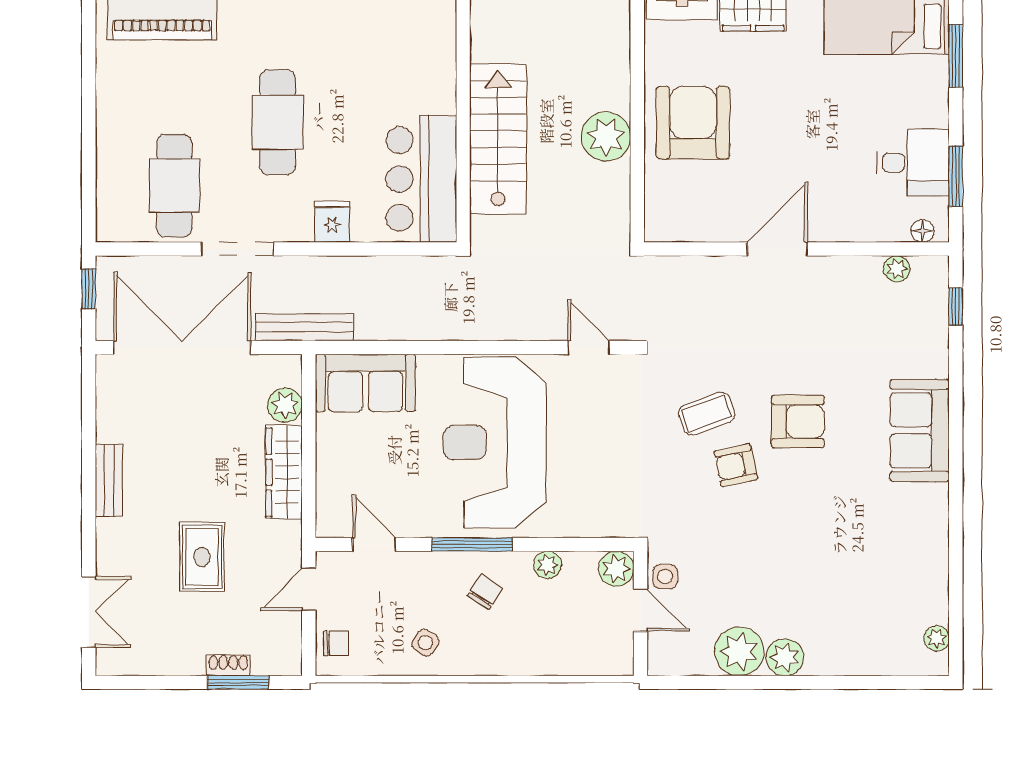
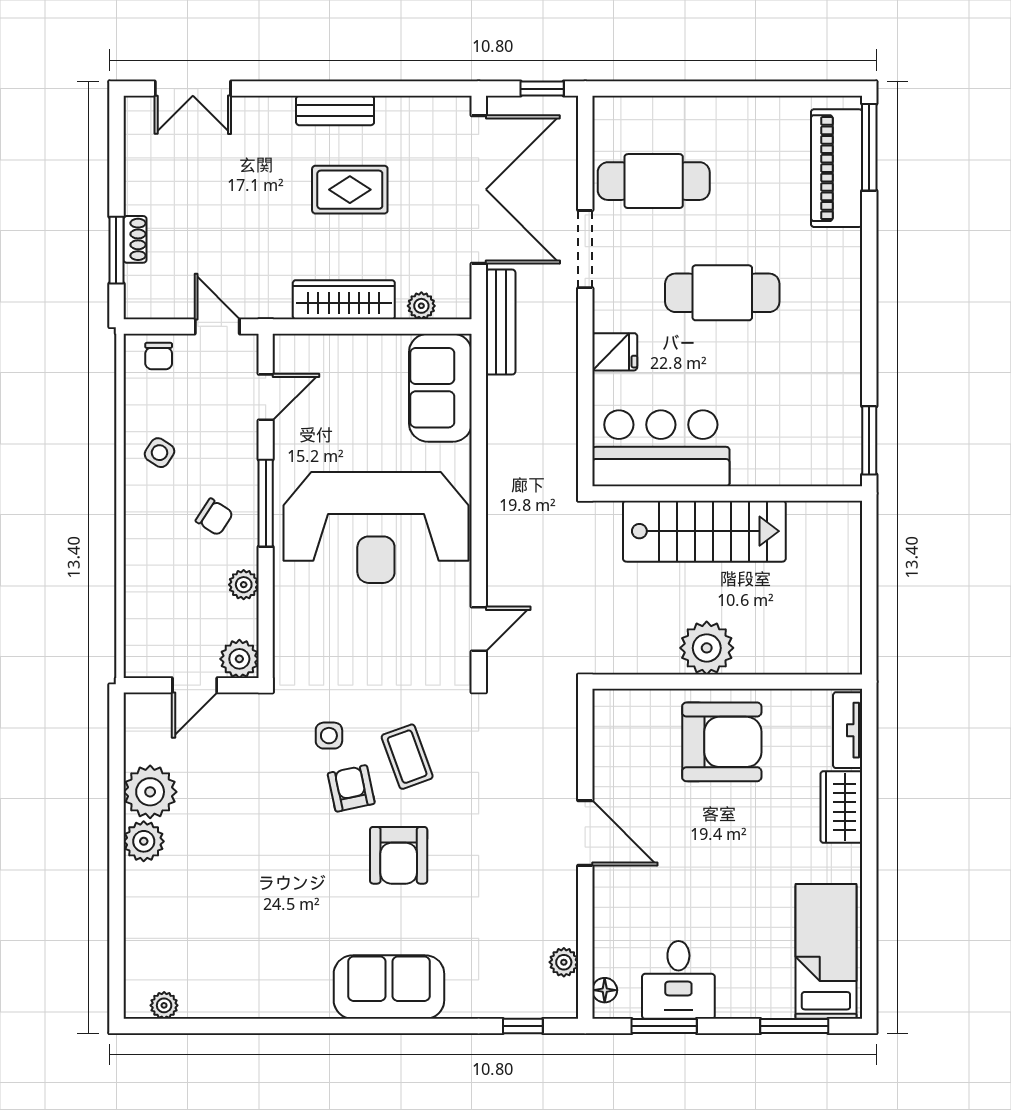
plant: (285, 405) -> (421, 306), width x0.73, depth x0.73
reception desk: (495, 442) -> (376, 527), turned 180
rug: (202, 557) -> (350, 190), moved
side table: (665, 576) -> (329, 736), moved

